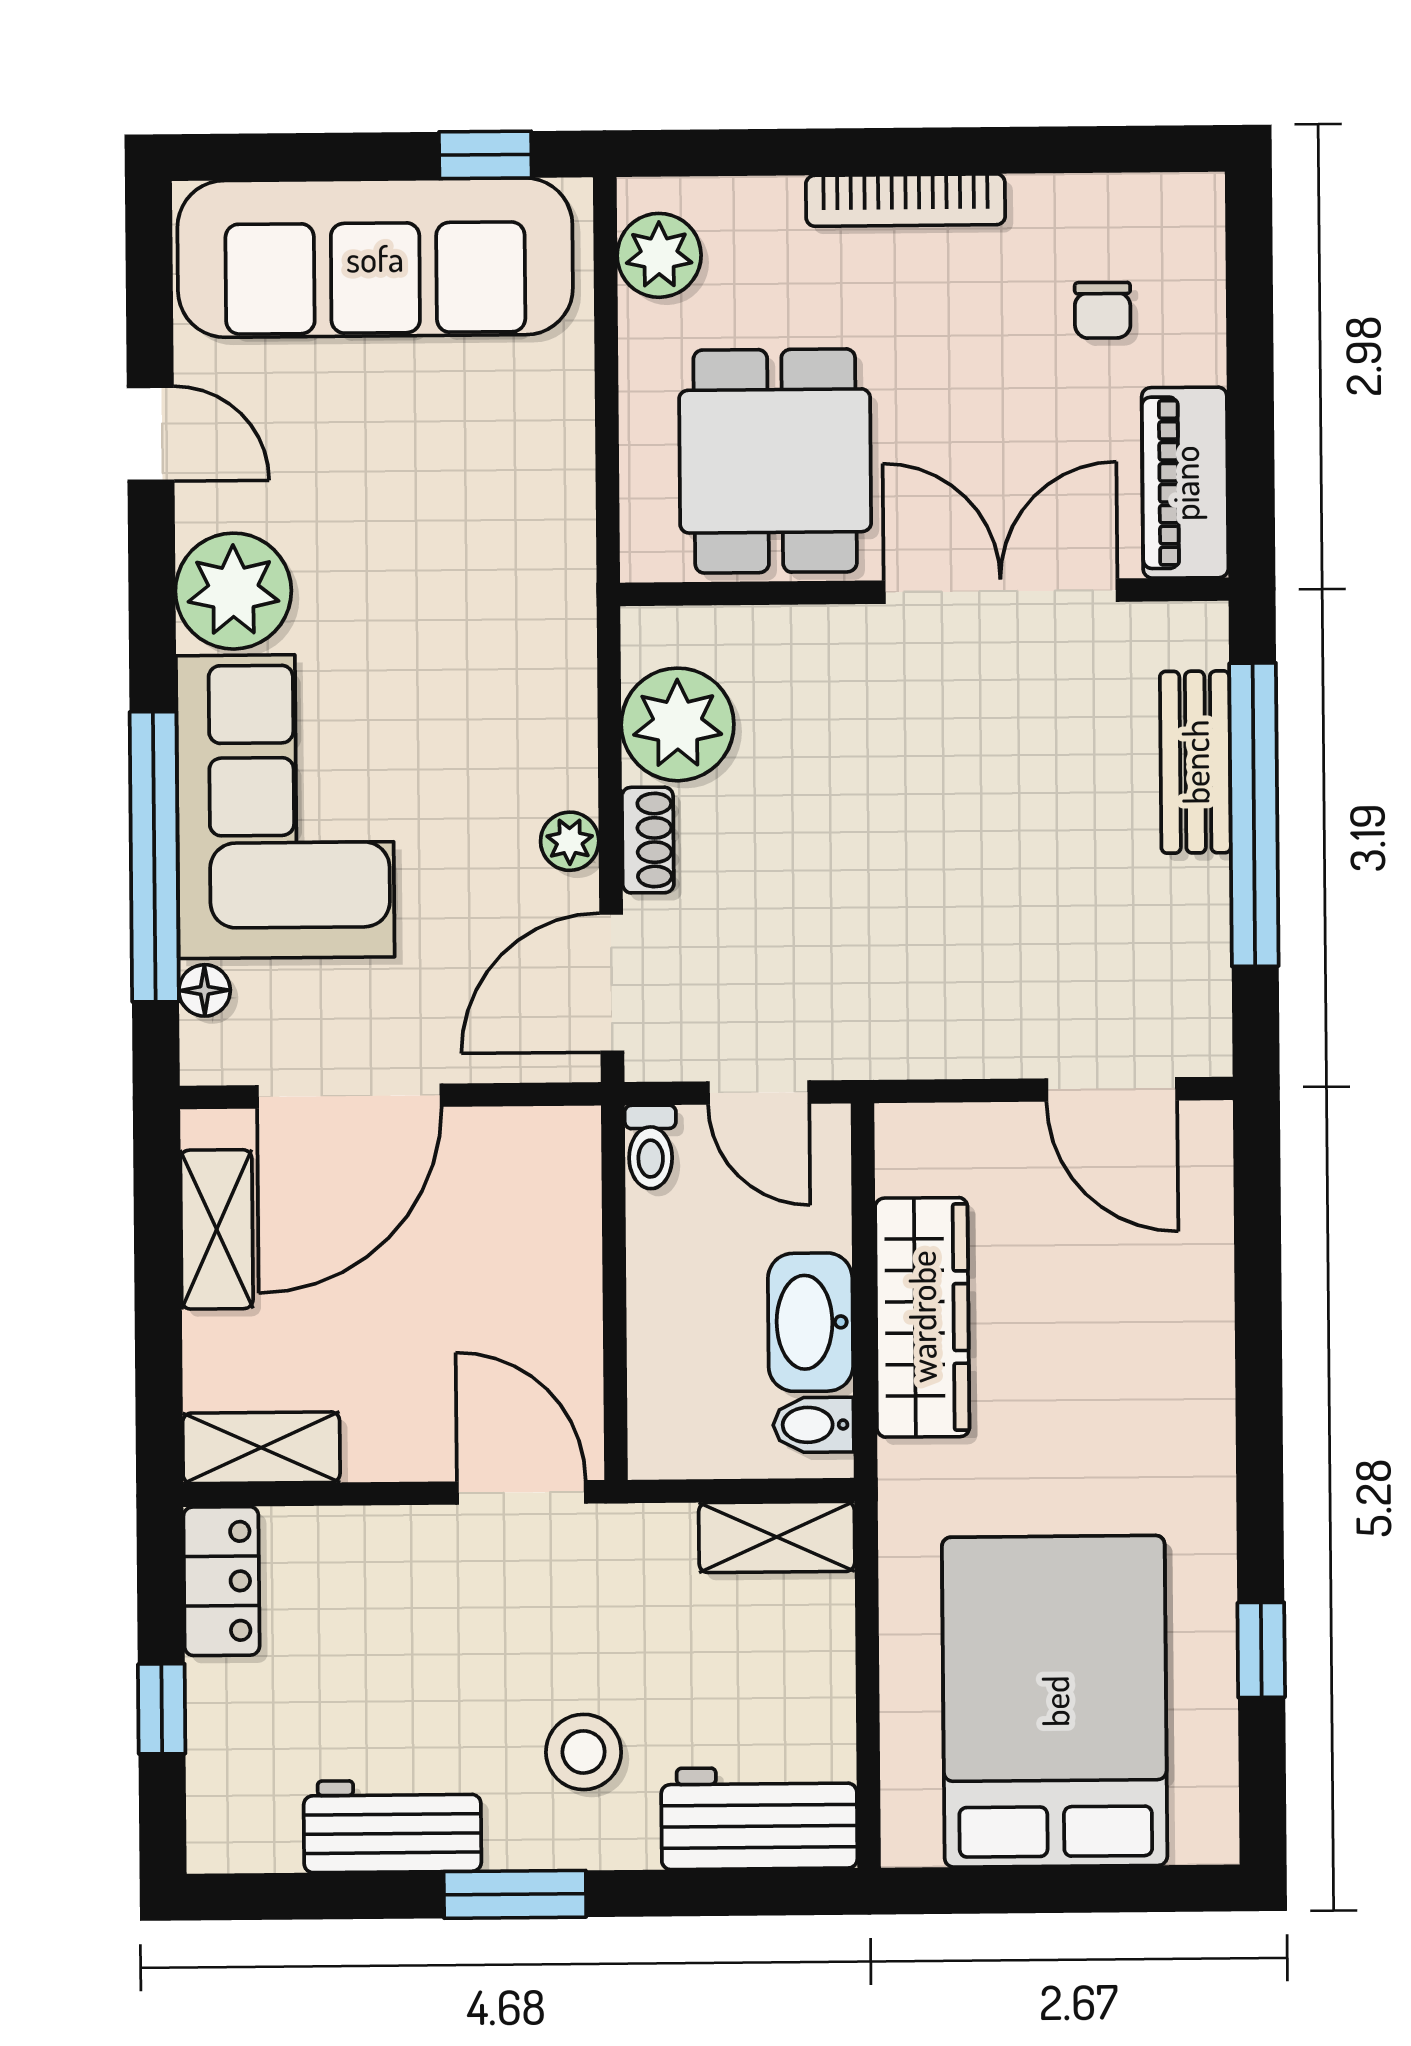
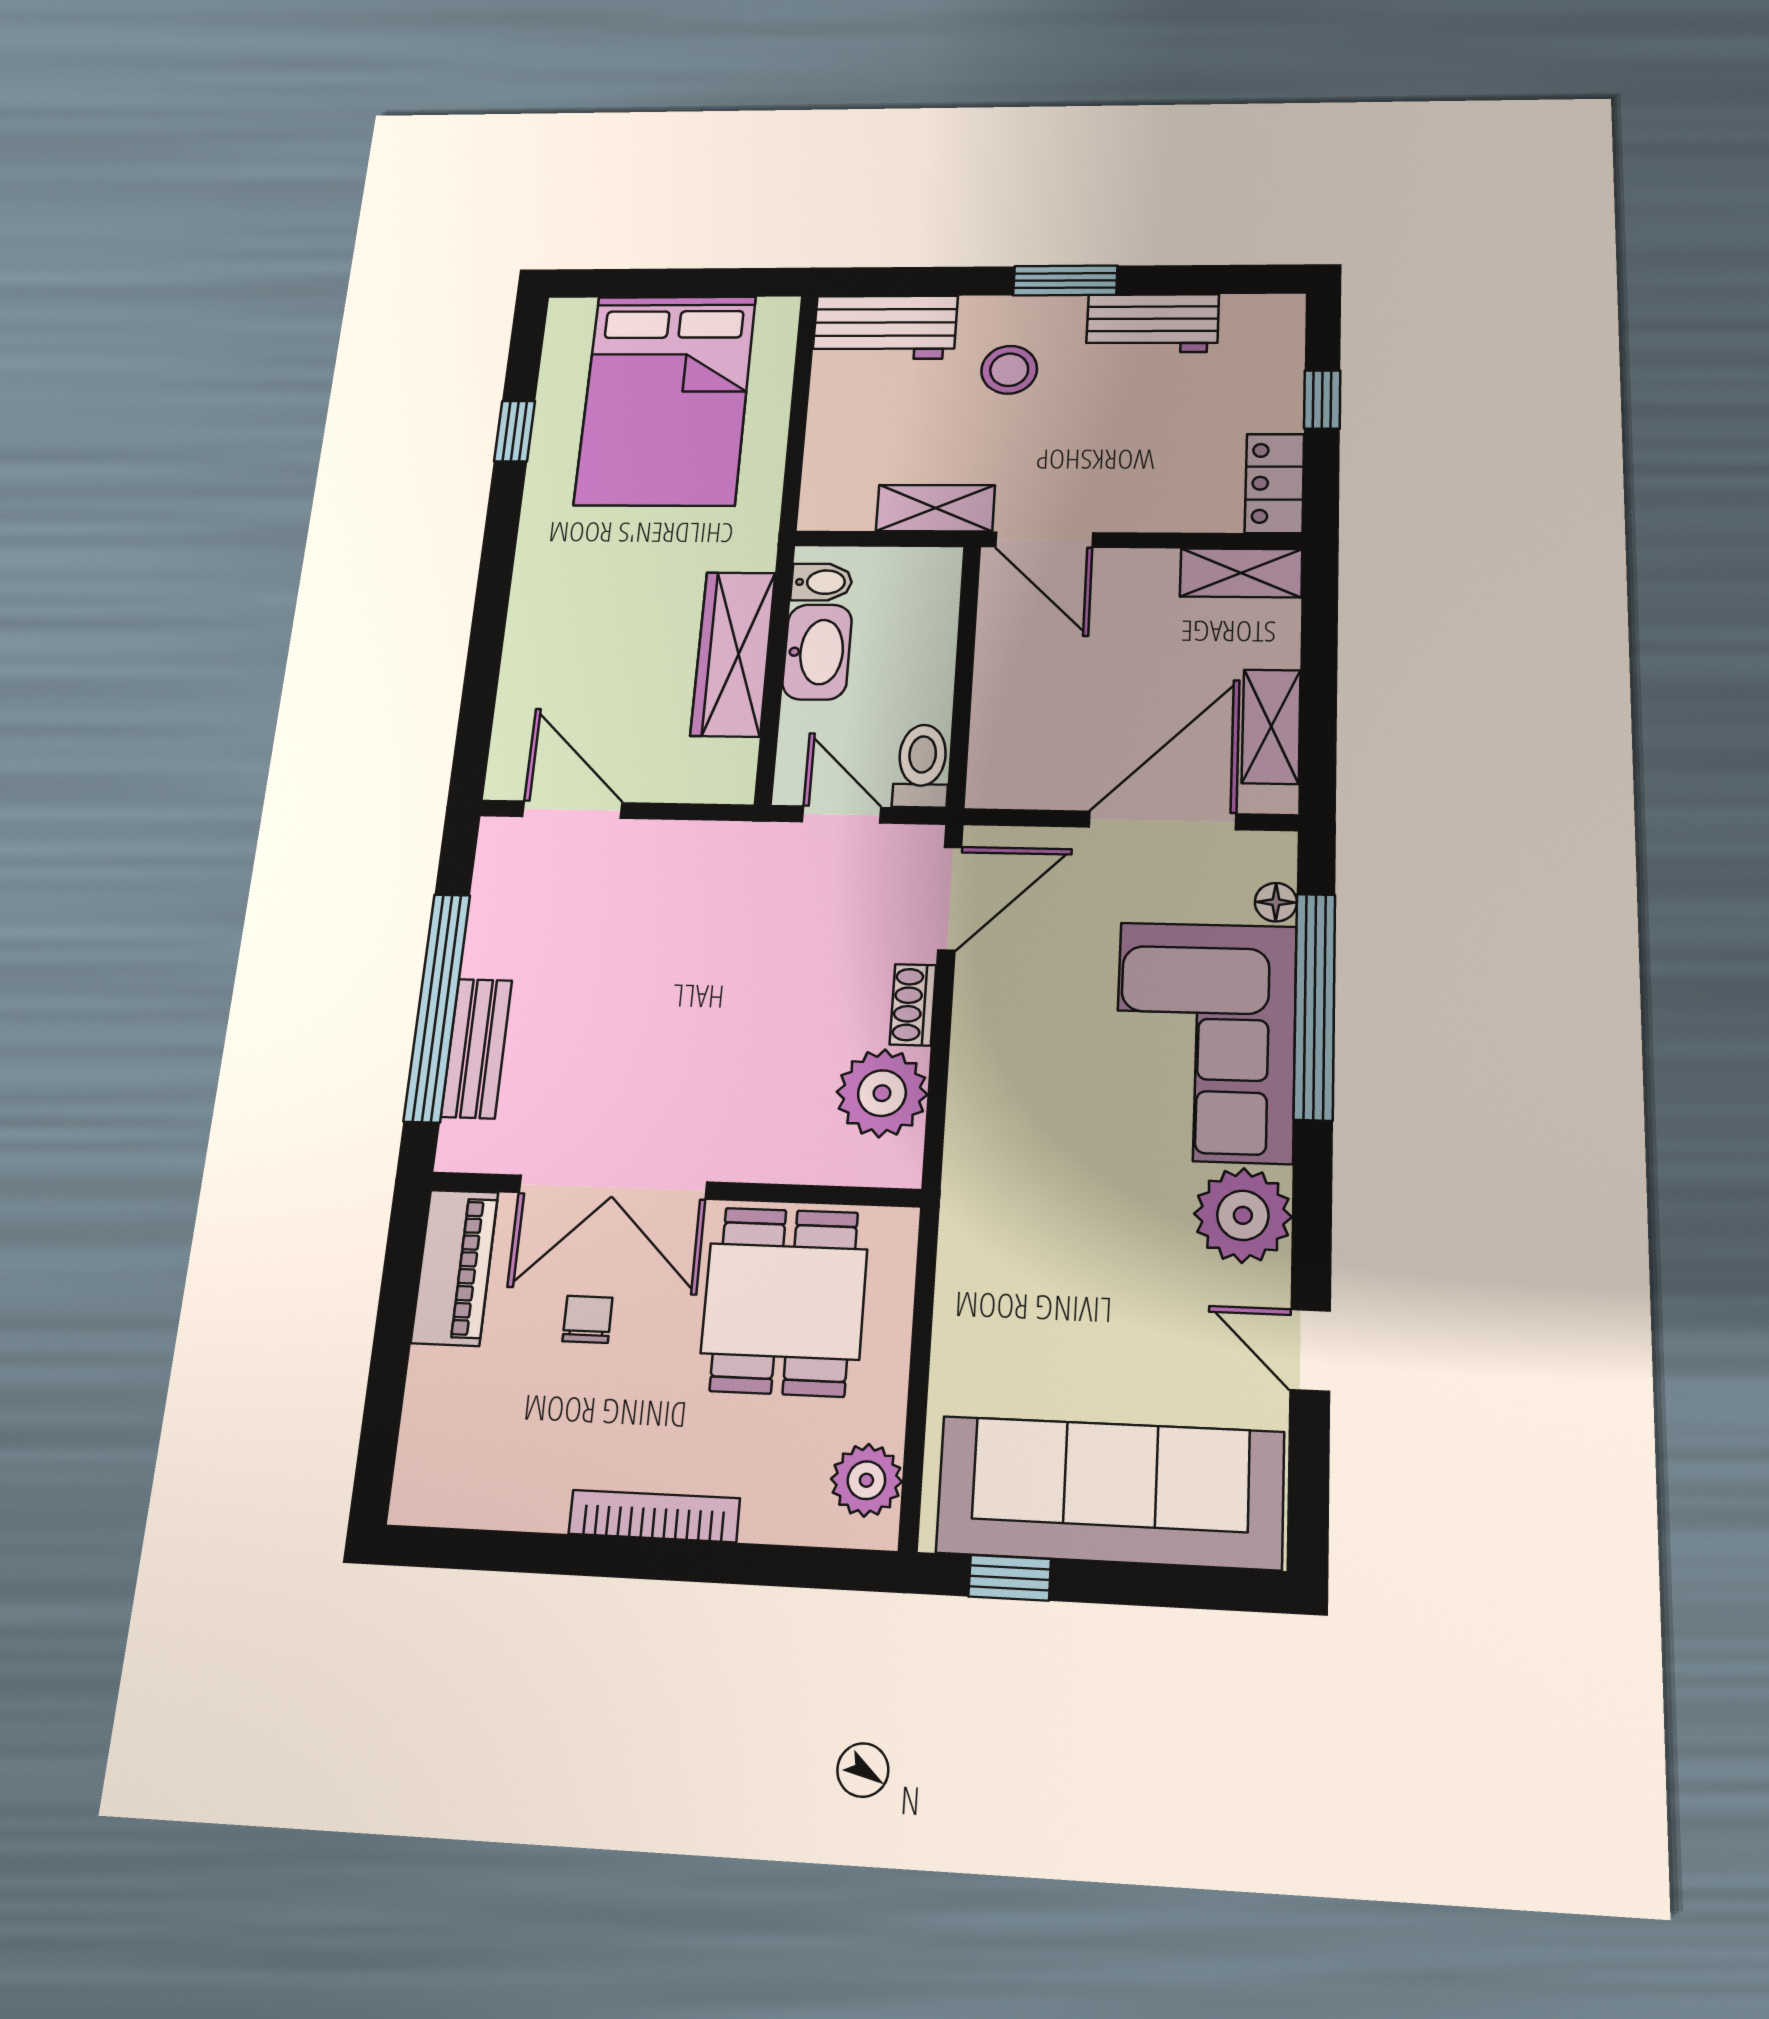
chair: (1103, 310) -> (588, 1319), moved
plant: (570, 841) -> (976, 1006), removed
toilet: (651, 1147) -> (922, 766), width x1.37, depth x1.39
shelving: (777, 1537) -> (935, 508), moved

